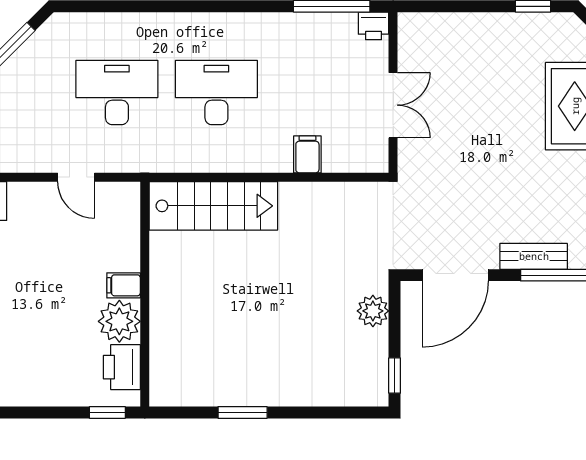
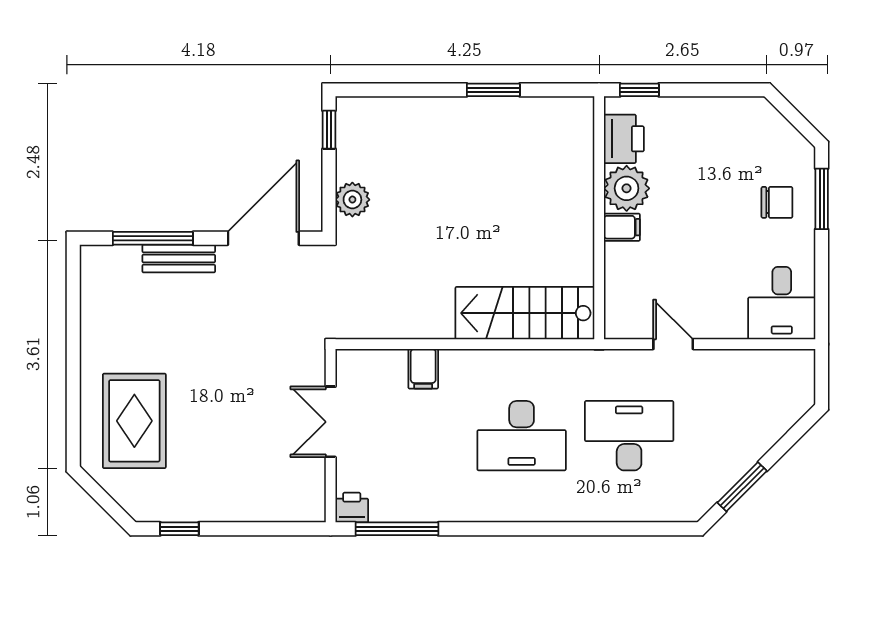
desk: (117, 92) -> (629, 436), turned 180

